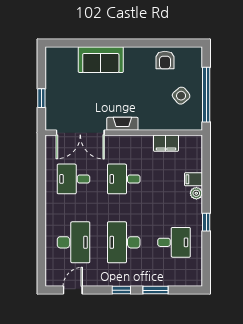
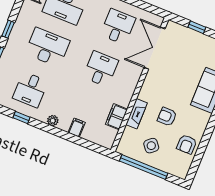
armchair: (165, 60) -> (187, 144), turned -90
armchair: (145, 92) -> (167, 117), added
fireplace: (122, 124) -> (137, 114), moved
plant: (196, 193) -> (53, 121), moved
window: (206, 222) -> (22, 118), moved

